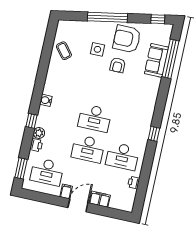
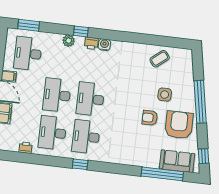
sofa: (156, 60) -> (177, 161), moved
desk: (129, 126) -> (86, 137), added
printer: (36, 145) -> (91, 43), moved

